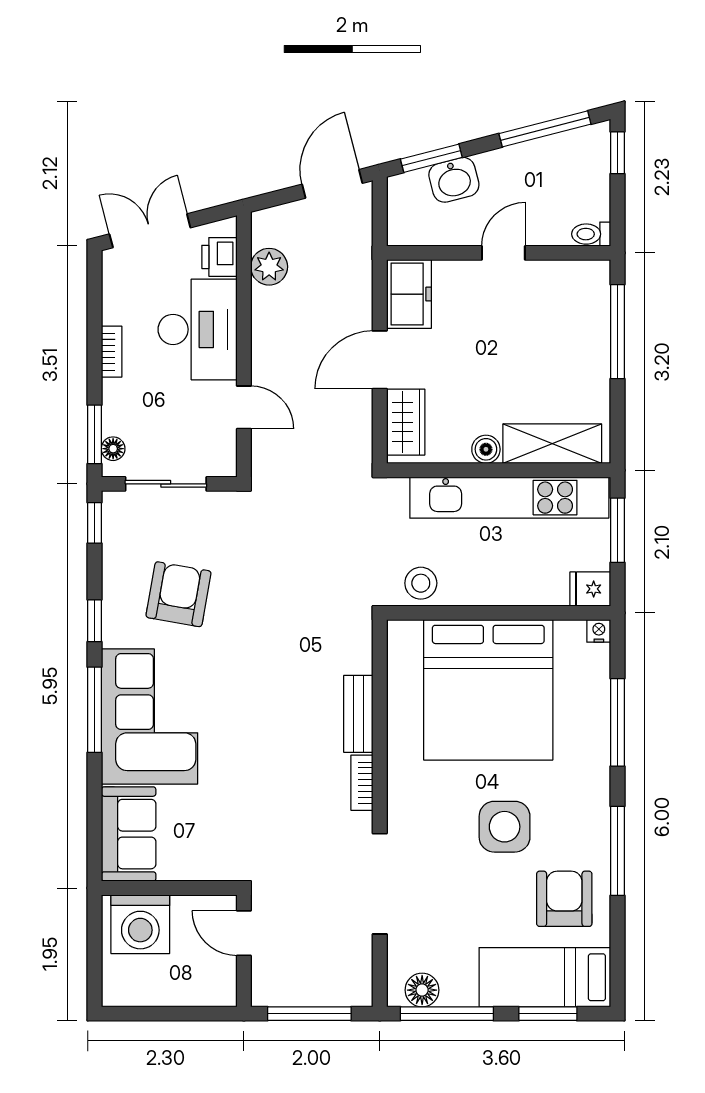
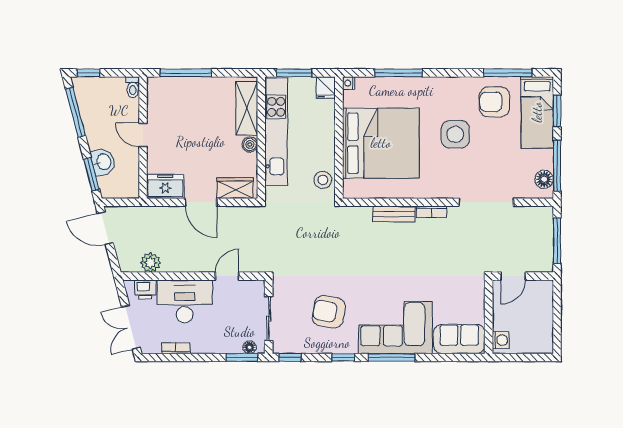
bookcase: (112, 352) -> (176, 348), moved
window: (618, 851) -> (508, 73), moved
washing machine: (140, 924) -> (501, 340), width x0.53, depth x0.53

